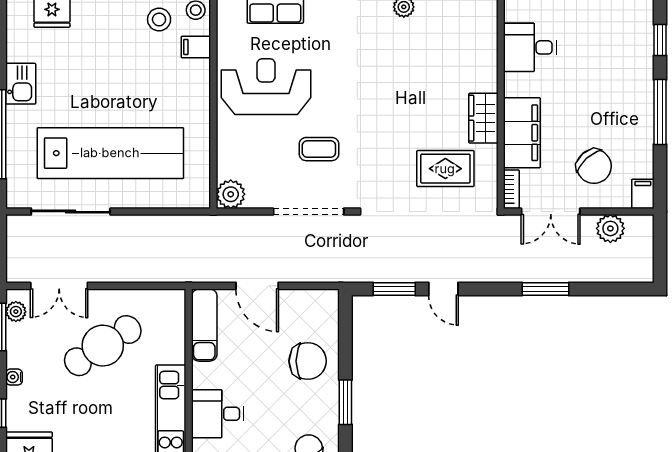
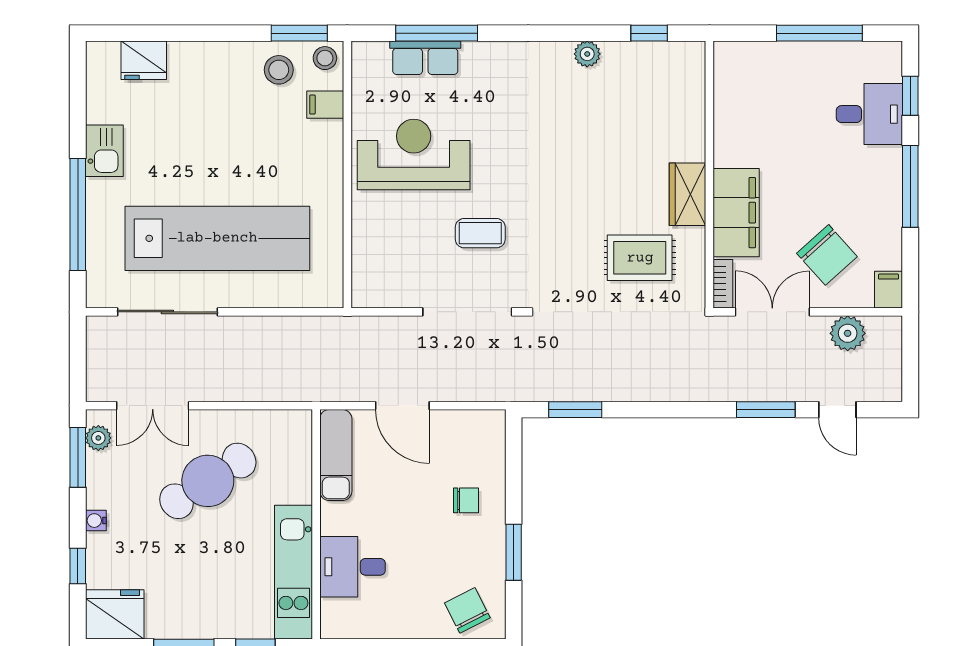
desk: (530, 47) -> (869, 114), moved, turned 180
plant: (231, 194) -> (369, 290), removed
double door: (551, 212) -> (772, 312), swing flipped
door: (443, 289) -> (837, 410), moved
chair: (308, 361) -> (466, 500), width x0.54, depth x0.54

